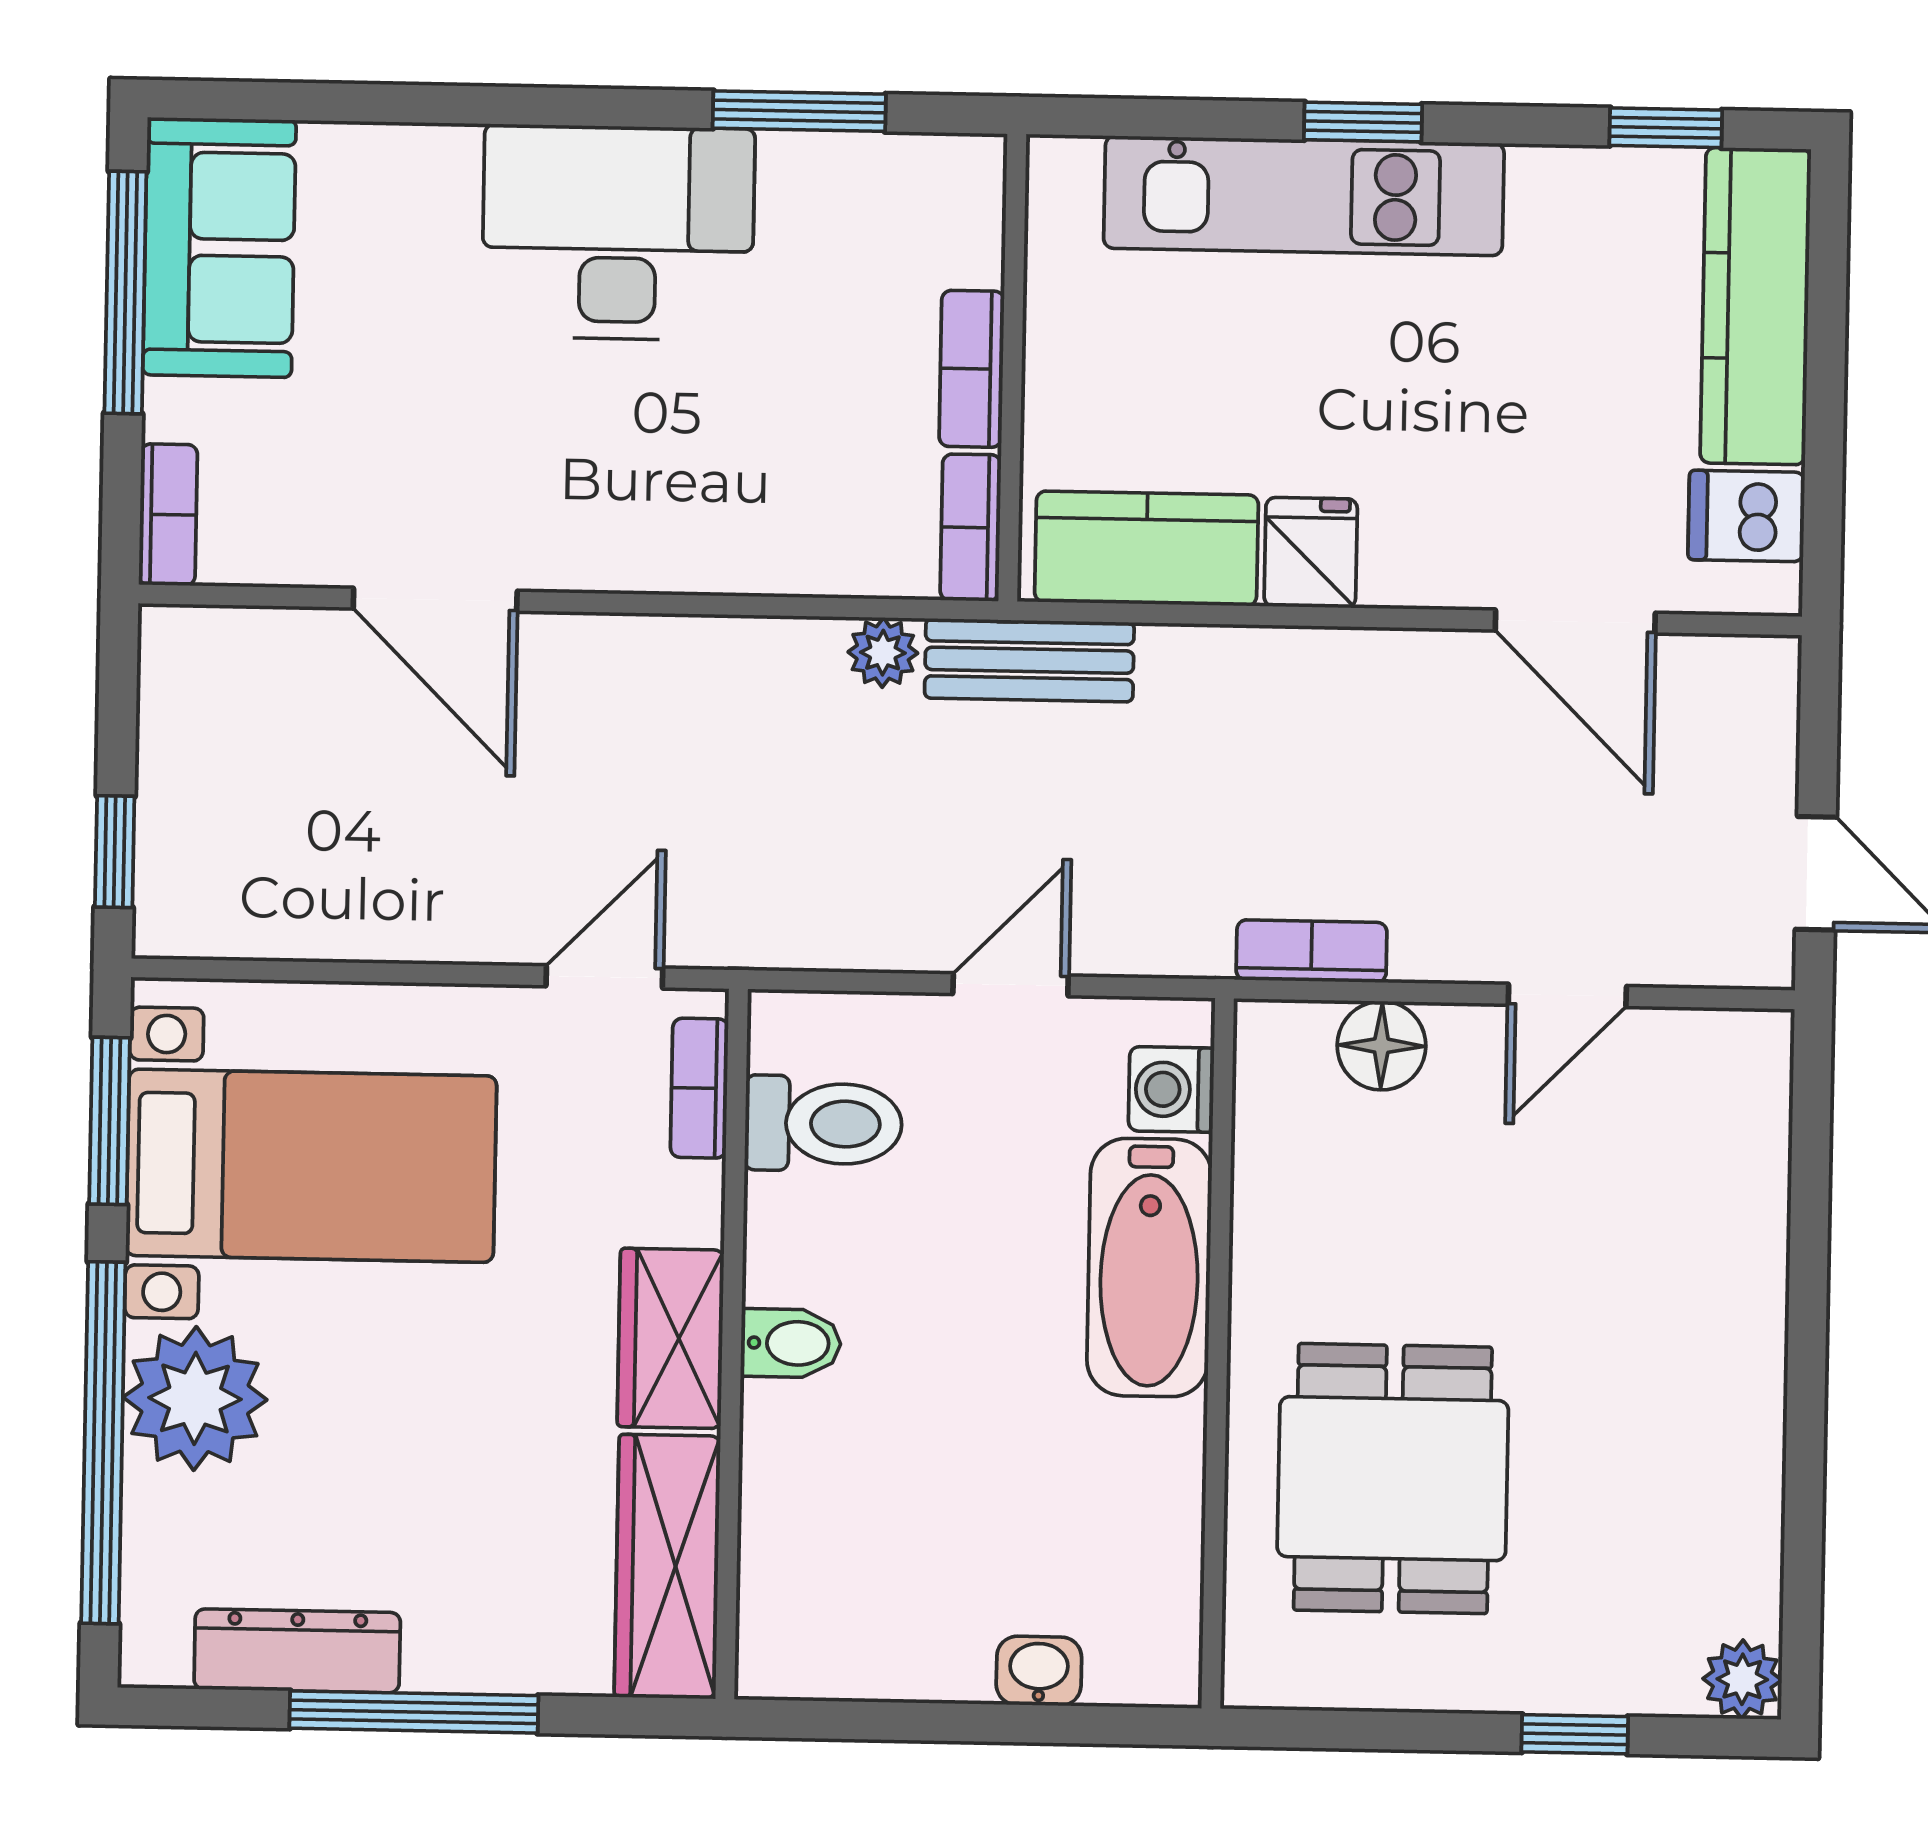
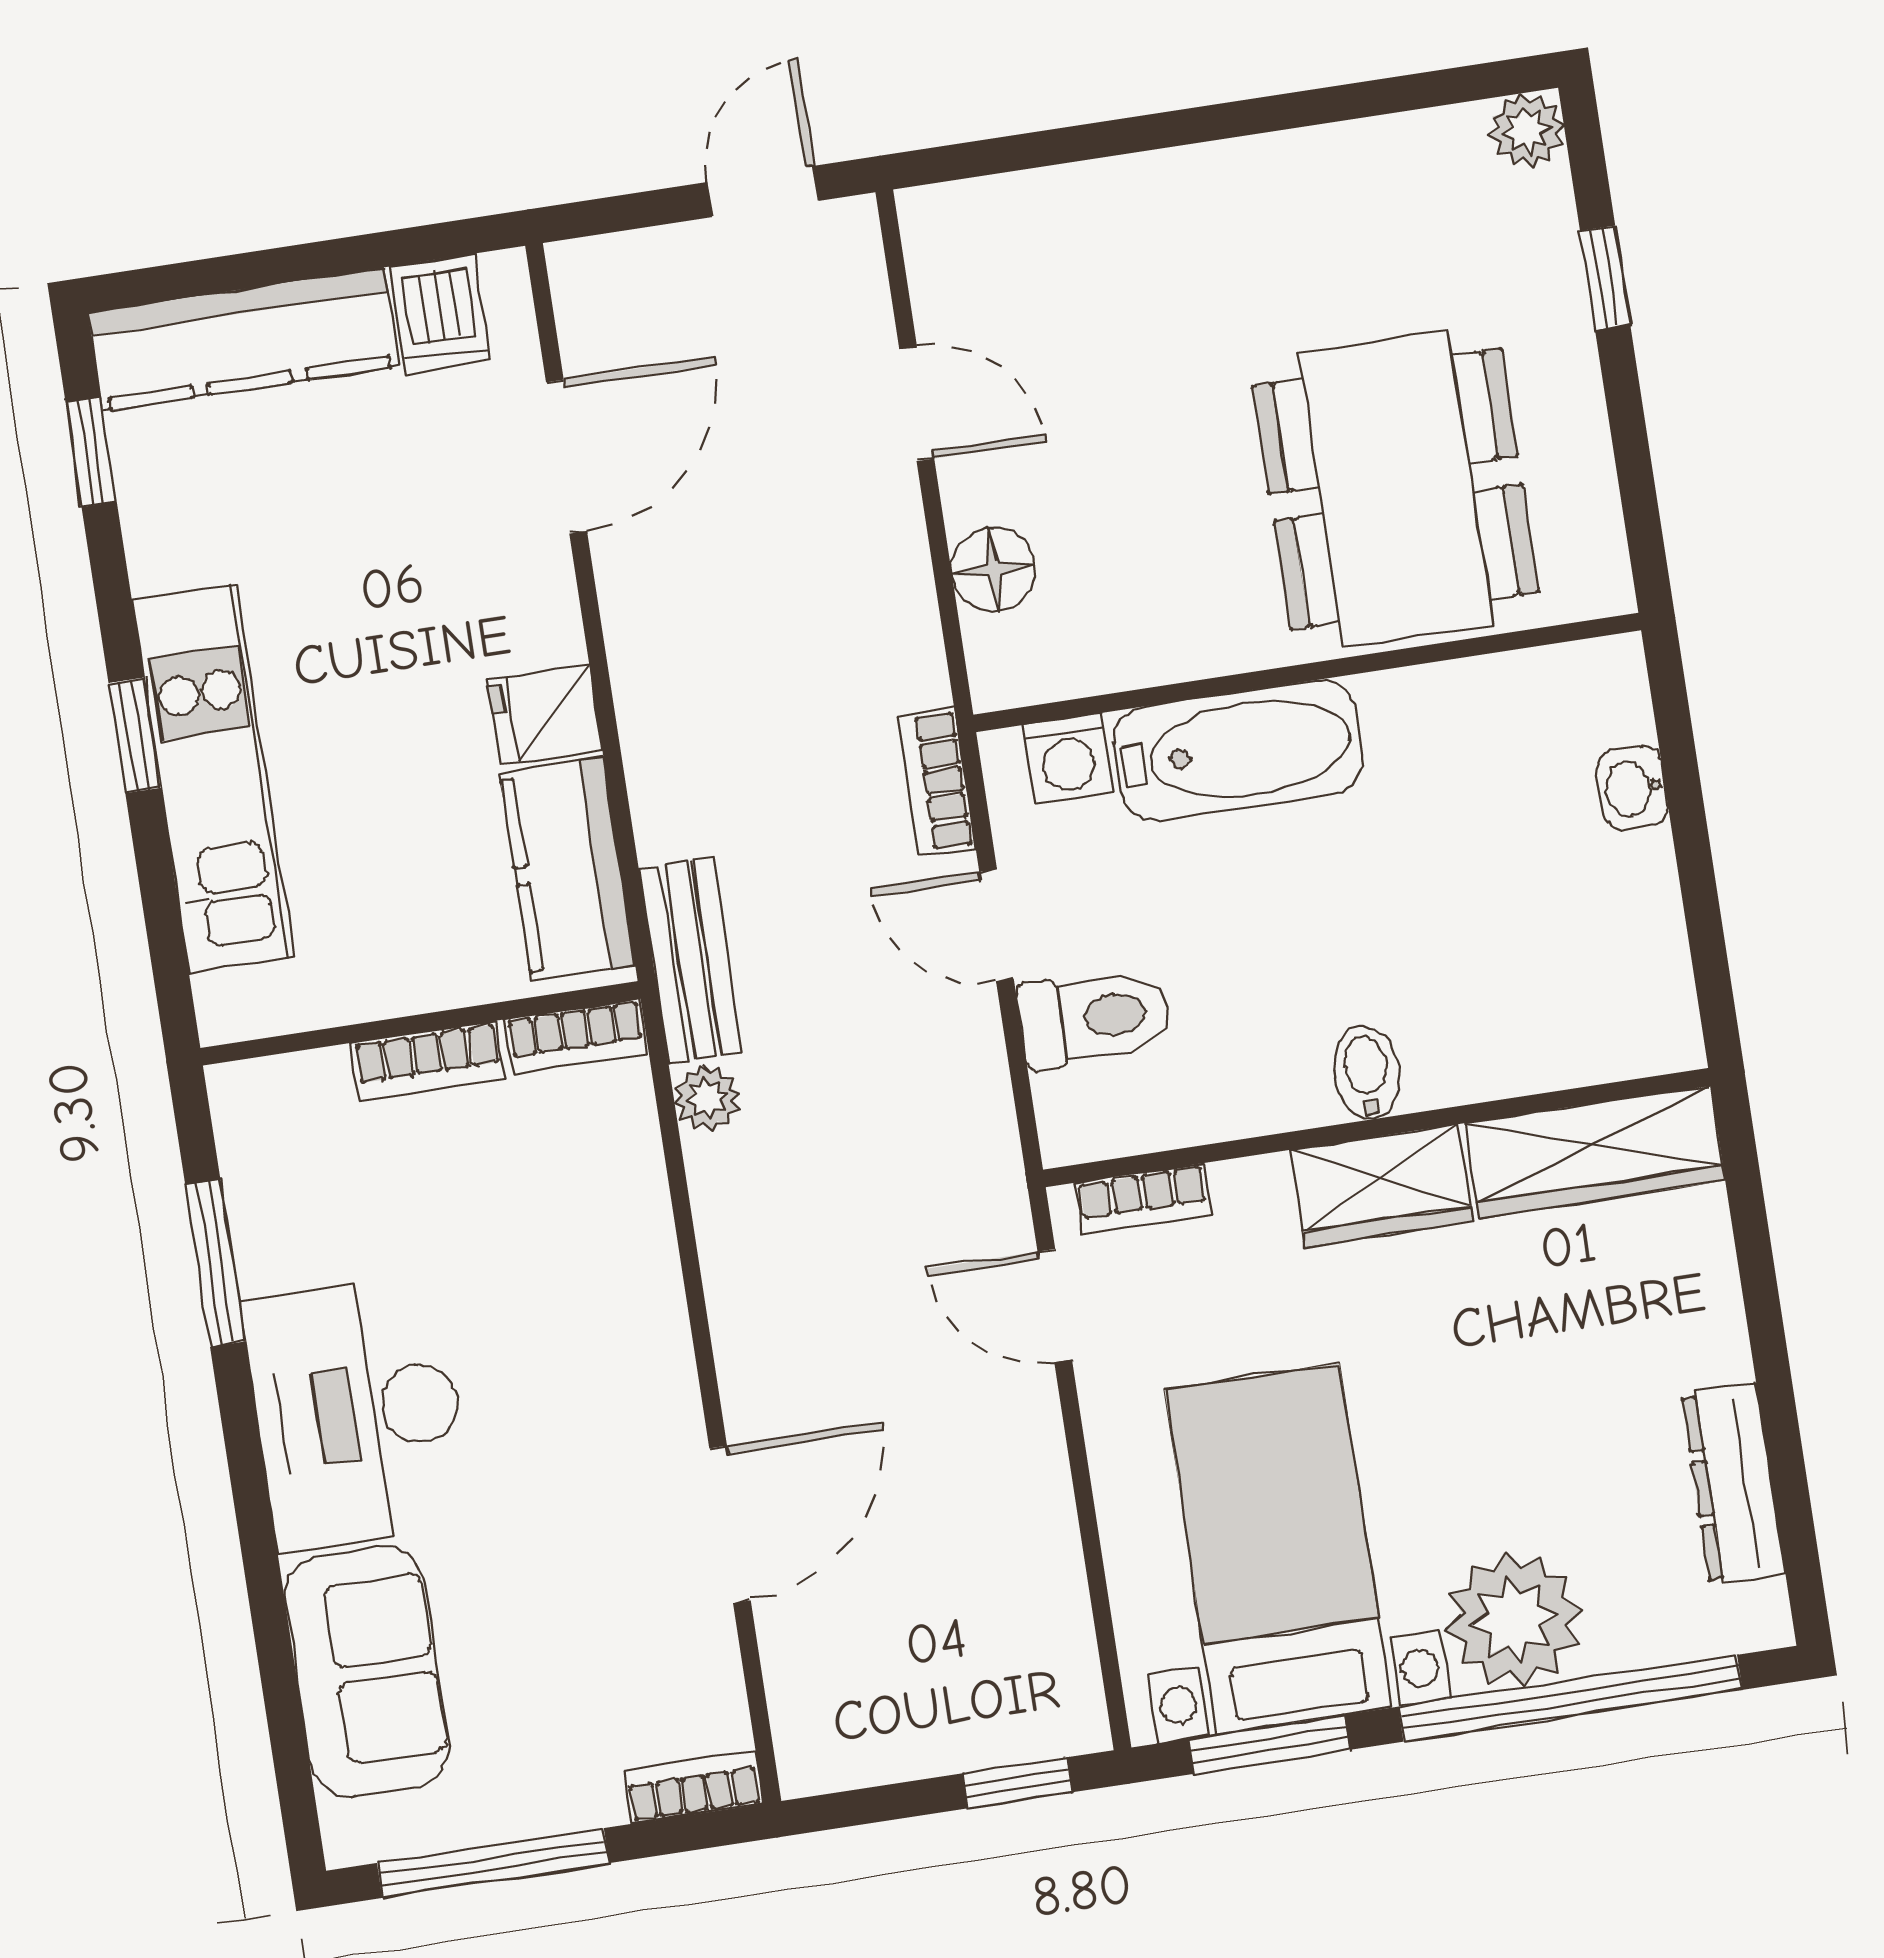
sofa: (219, 247) -> (367, 1672), moved, turned 90
bookcase: (1312, 951) -> (937, 782), moved
toilet: (823, 1124) -> (1095, 1018), moved, turned 90
dining table: (1393, 1479) -> (1396, 489), width x1.37
window: (414, 1712) -> (1772, 1365), removed

